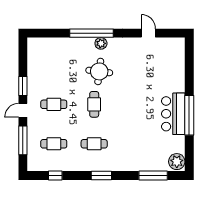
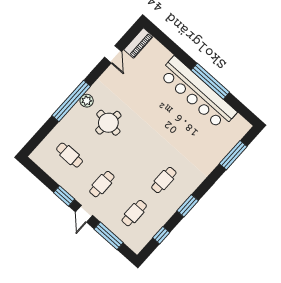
door: (148, 33) -> (113, 54), swing flipped
piano: (171, 43) -> (138, 43), added
cafe table: (94, 104) -> (70, 155), moved
bar counter: (173, 114) -> (197, 93), width x1.86
plant: (177, 162) -> (239, 125), removed
window: (101, 176) -> (188, 206), moved

